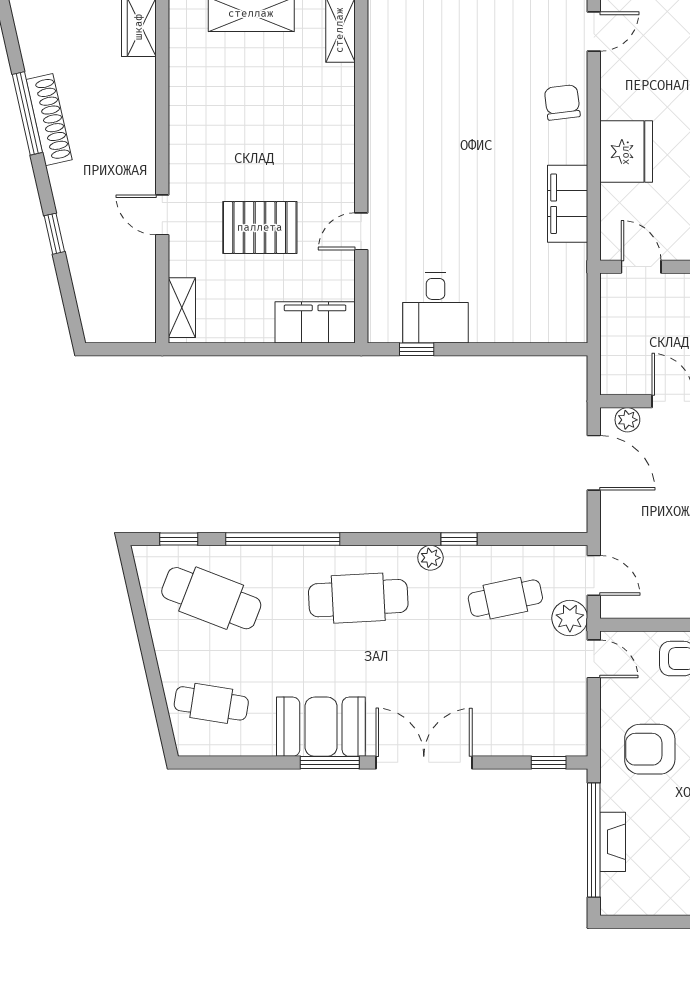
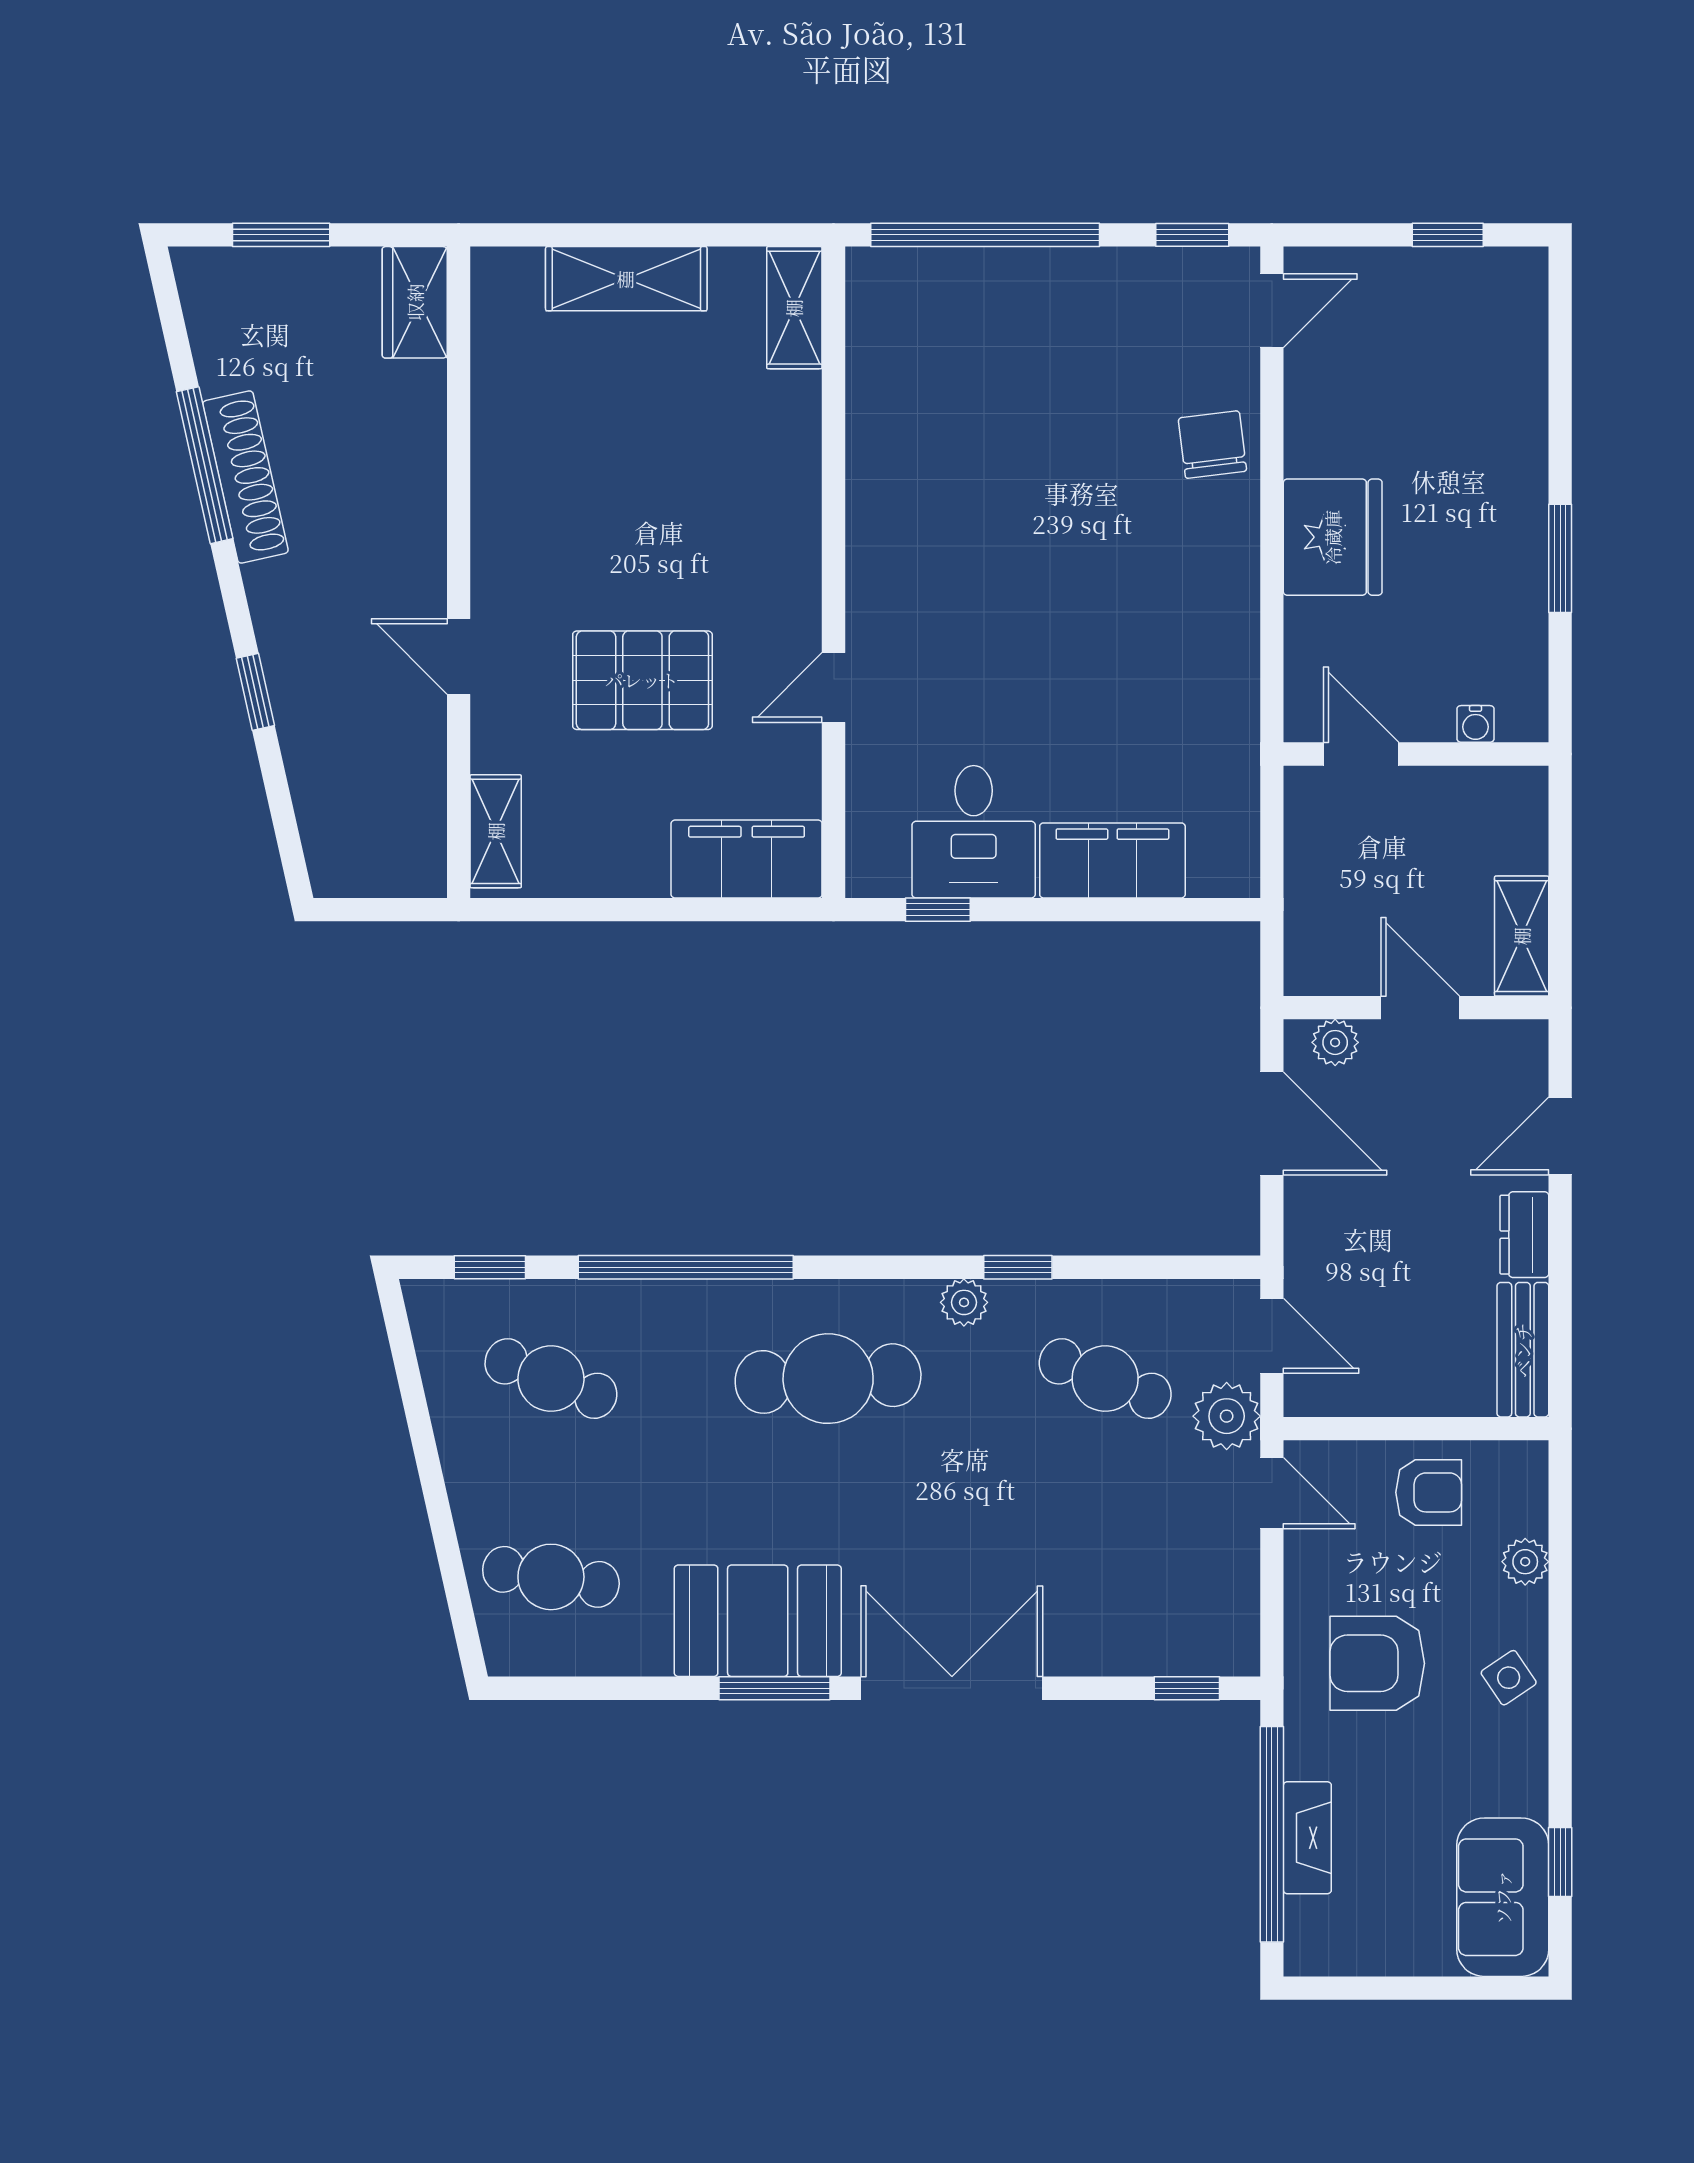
filing cabinet: (568, 204) -> (1112, 860), moved, turned 90
cafe table: (211, 598) -> (551, 1379), width x0.73, depth x0.74
cafe table: (505, 598) -> (1105, 1379), turned 33

